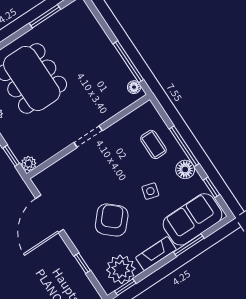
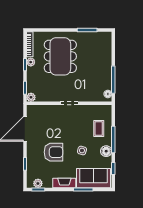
armchair: (112, 220) -> (53, 152), turned 48
plant: (121, 269) -> (38, 183), width x0.53, depth x0.53

